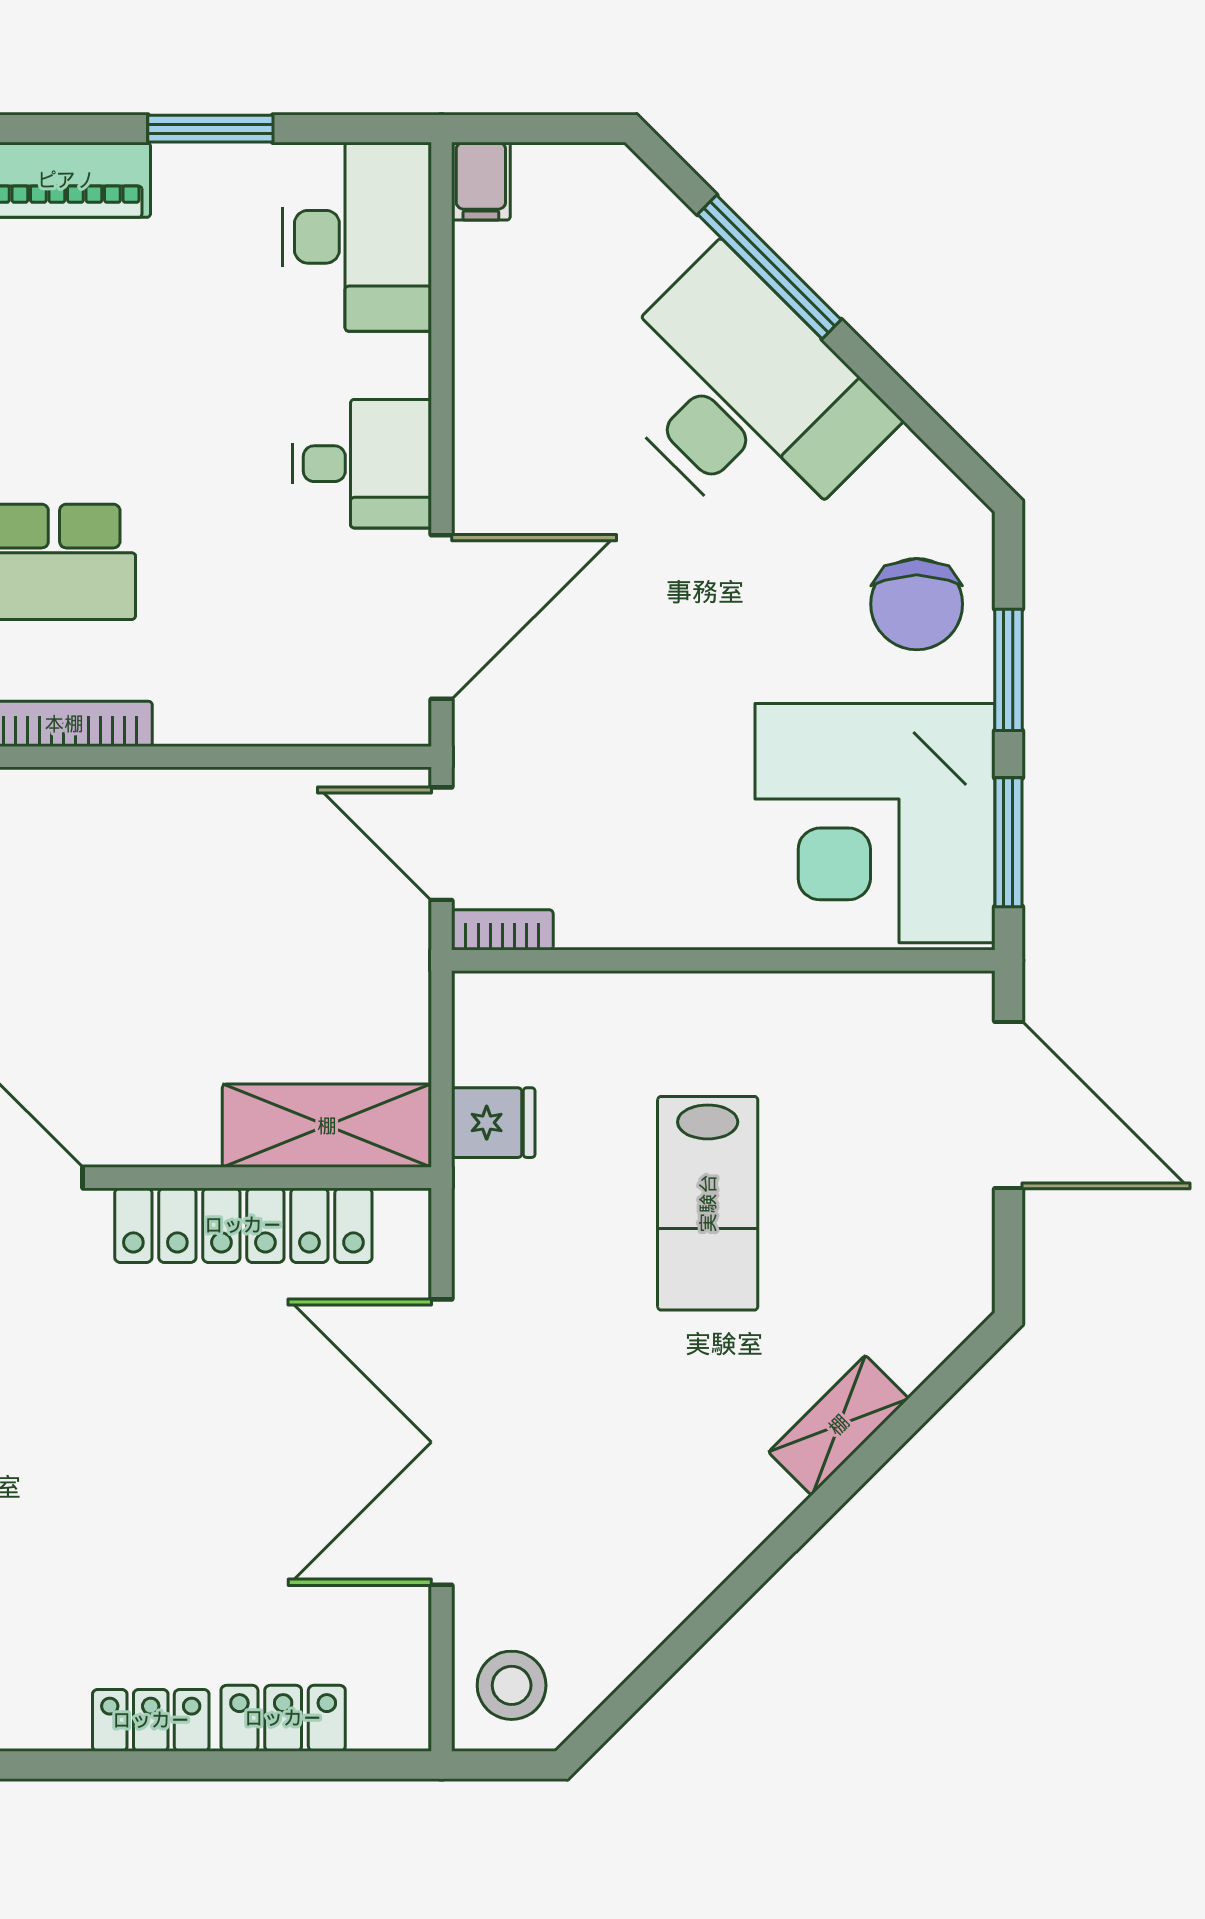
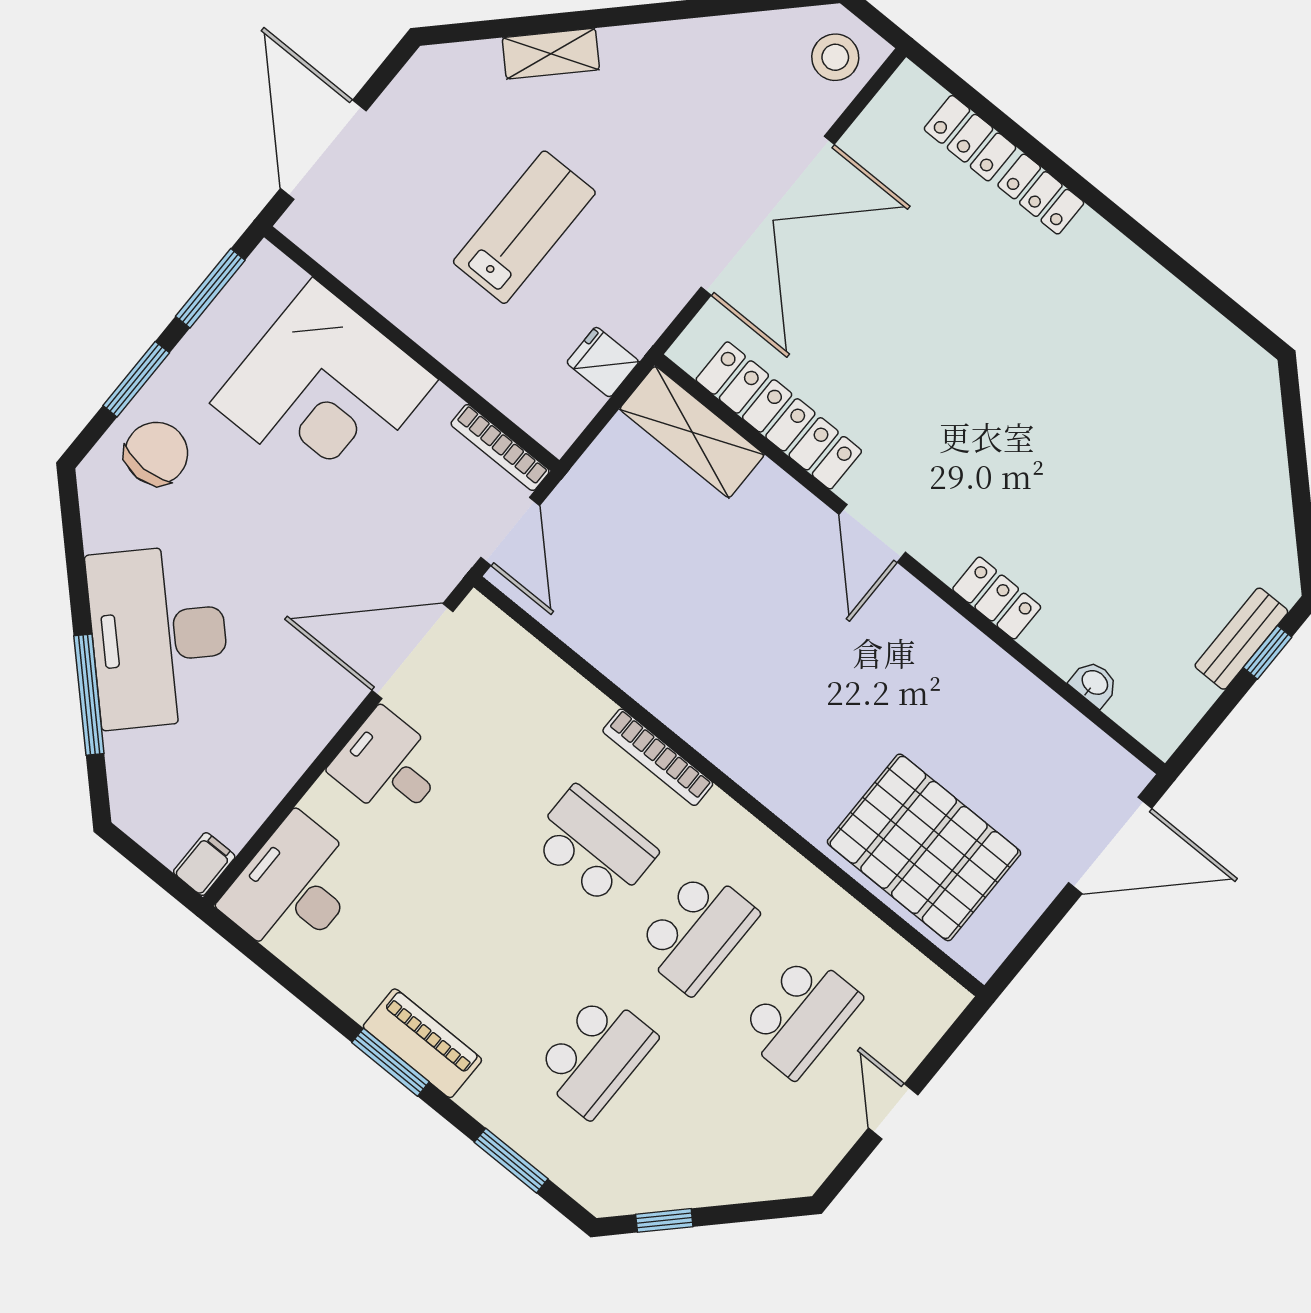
window: (210, 129) -> (390, 1062), moved
corner desk: (875, 823) -> (324, 391), moved, turned 90
bookcase: (502, 930) -> (500, 448), width x1.56

